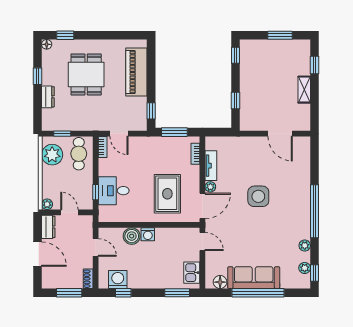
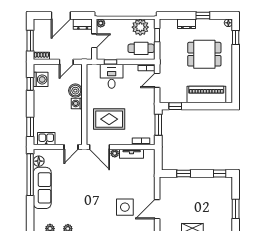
side table: (258, 196) -> (125, 207), moved
window: (258, 293) -> (30, 175), moved

